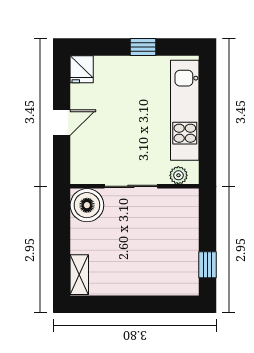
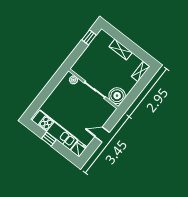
kitchen unit: (185, 110) -> (55, 130), moved, turned -90
shelving: (140, 285) -> (121, 50), added

